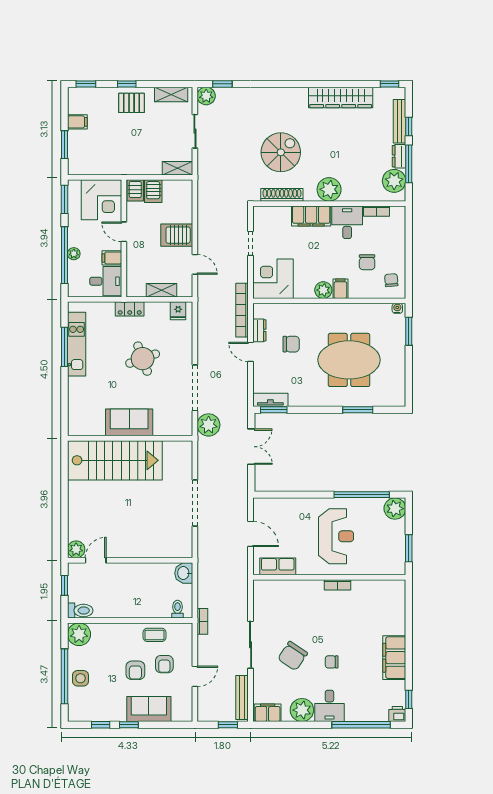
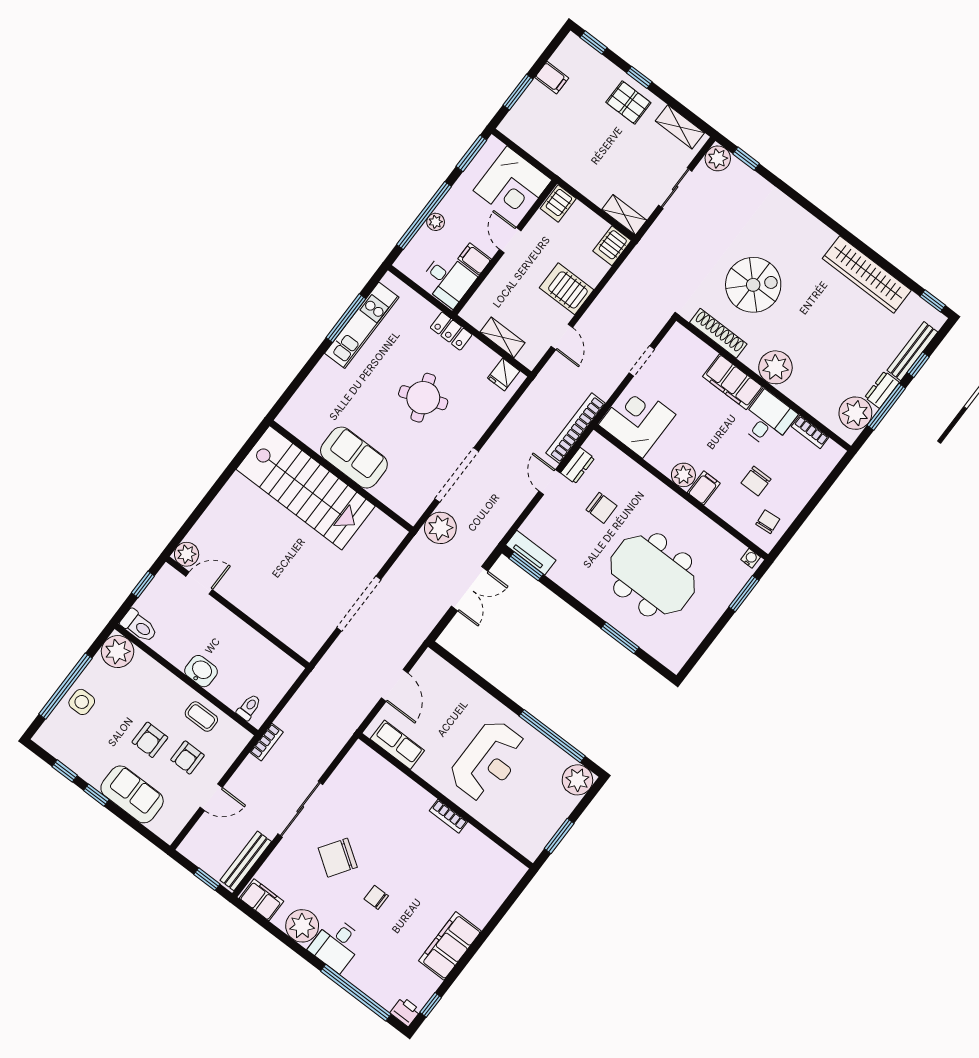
server rack: (153, 191) -> (612, 246), moved
washbasin: (184, 573) -> (201, 671), moved, turned 90

